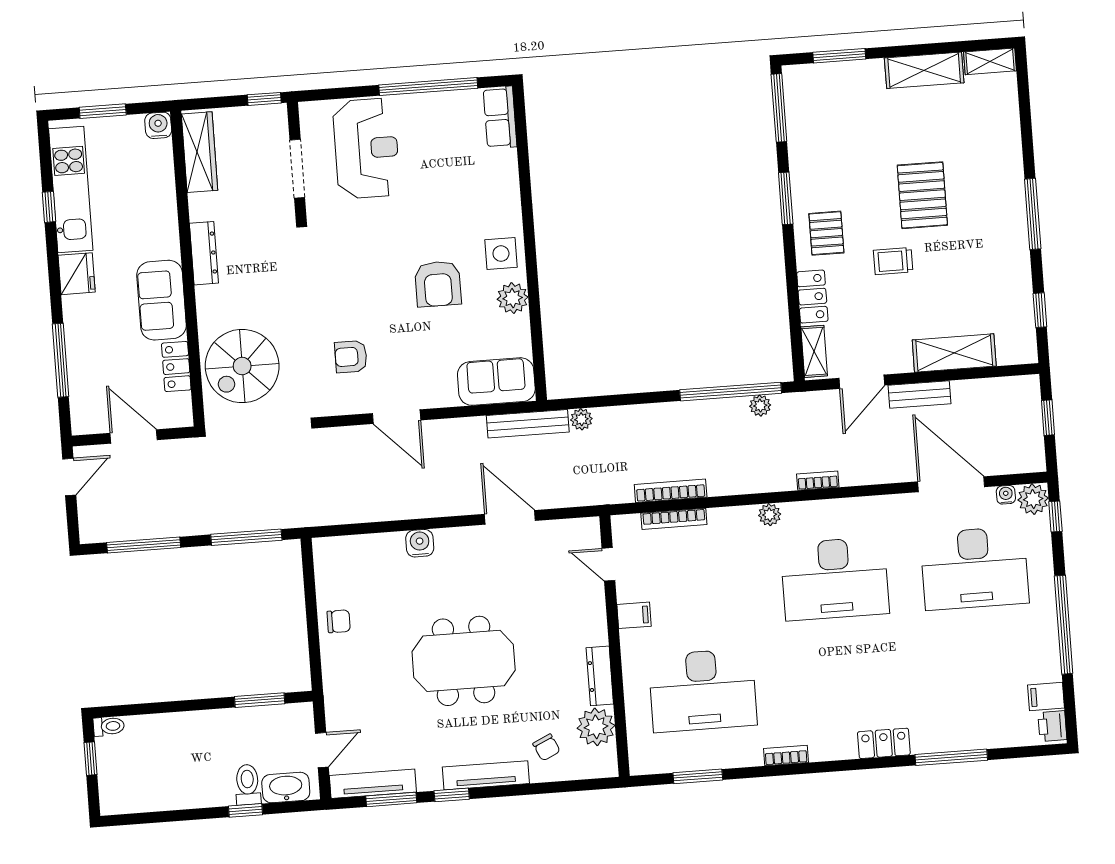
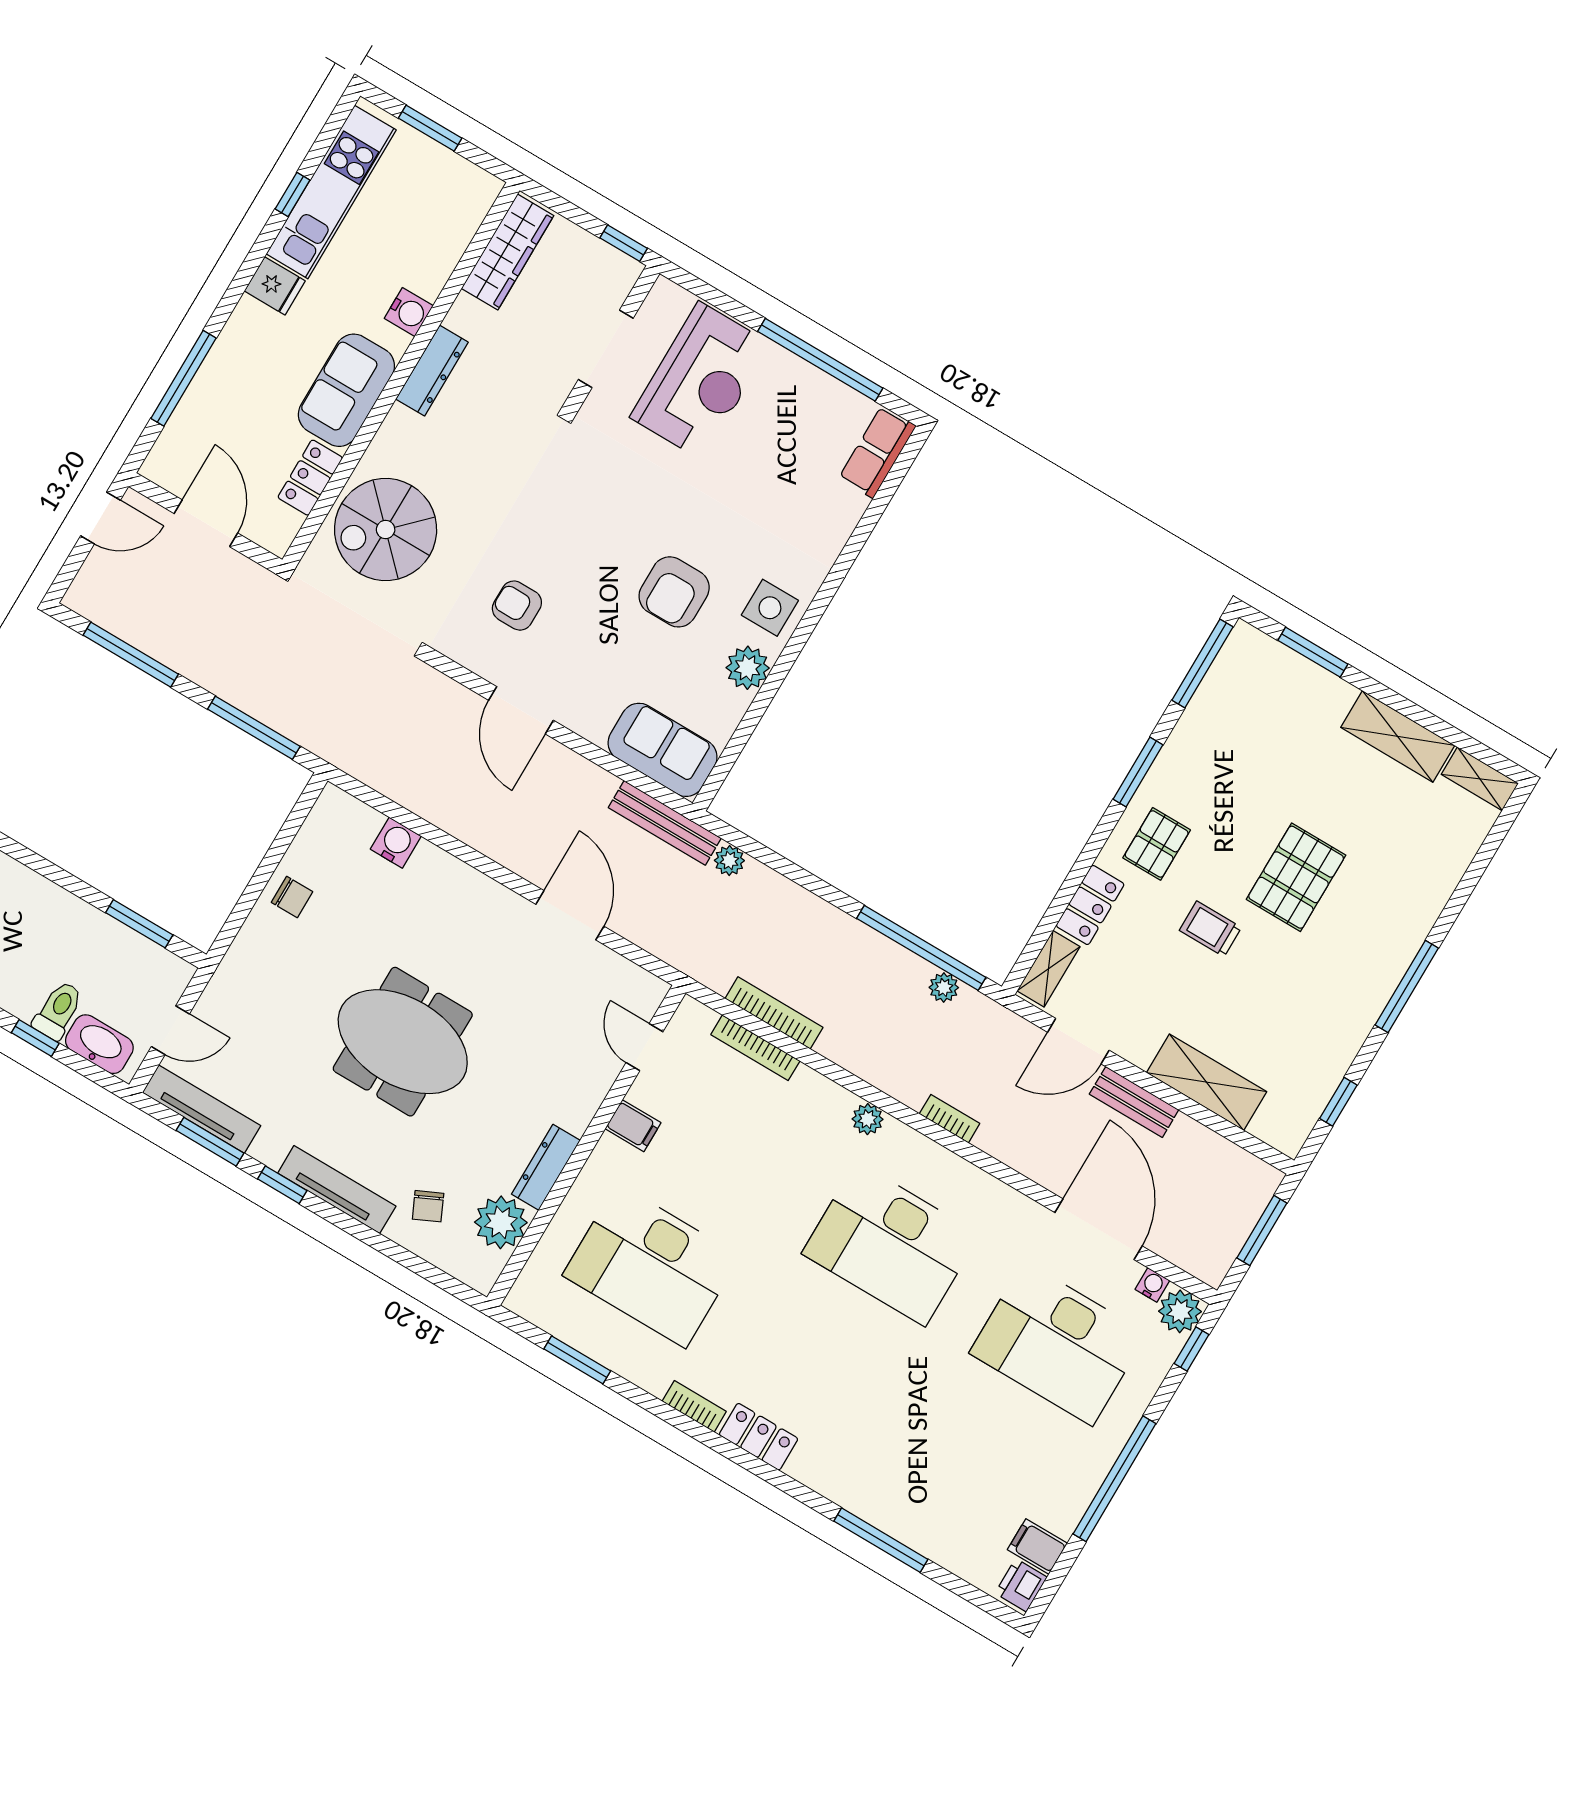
water cooler: (158, 125) -> (409, 312), moved, turned 90
fridge: (77, 274) -> (275, 286), width x0.72
window: (1048, 418) -> (1262, 1231), width x1.50
water cooler: (420, 543) -> (396, 843), moved
locker: (884, 743) -> (758, 1437), moved

